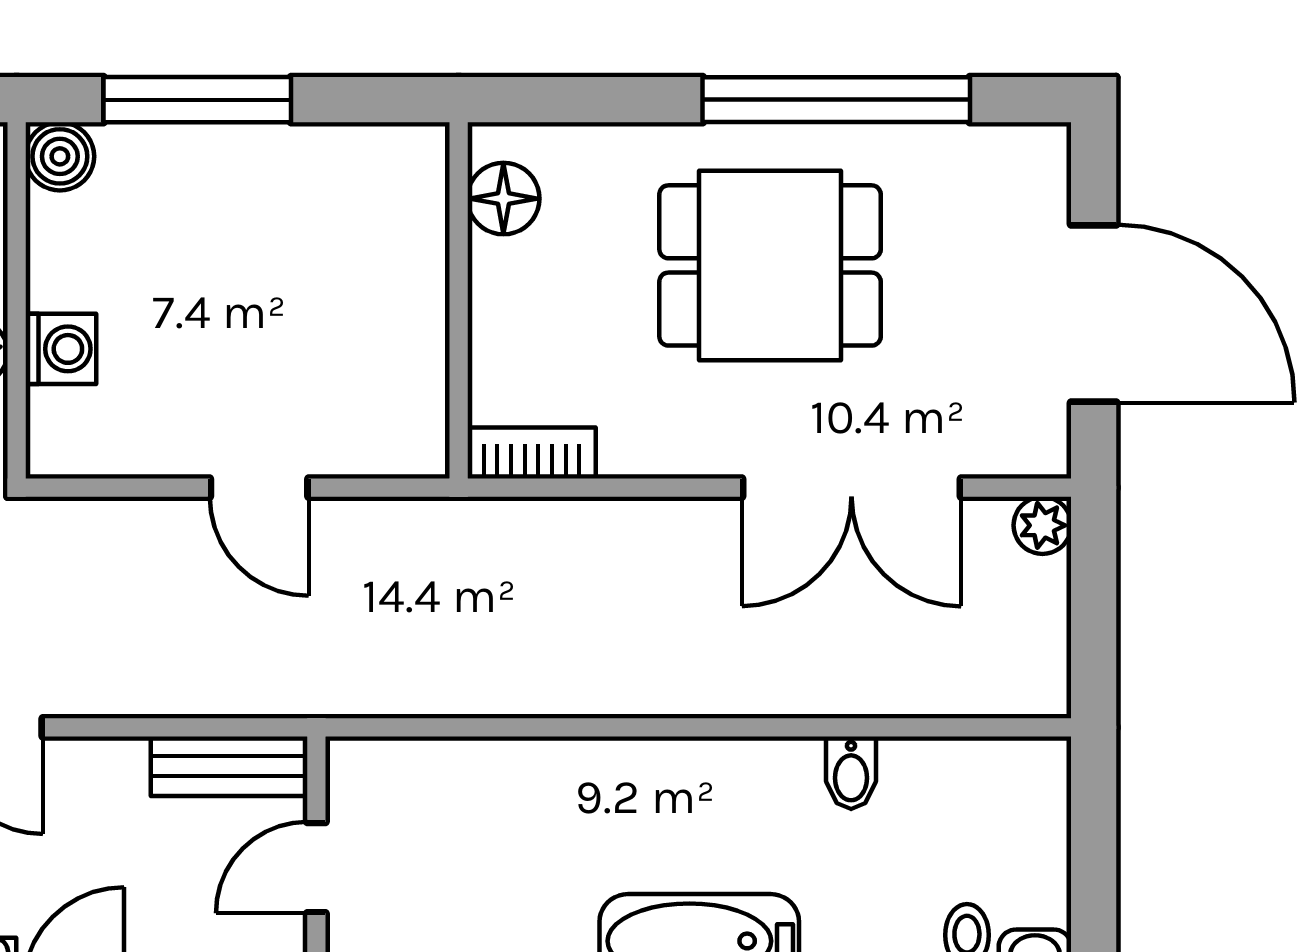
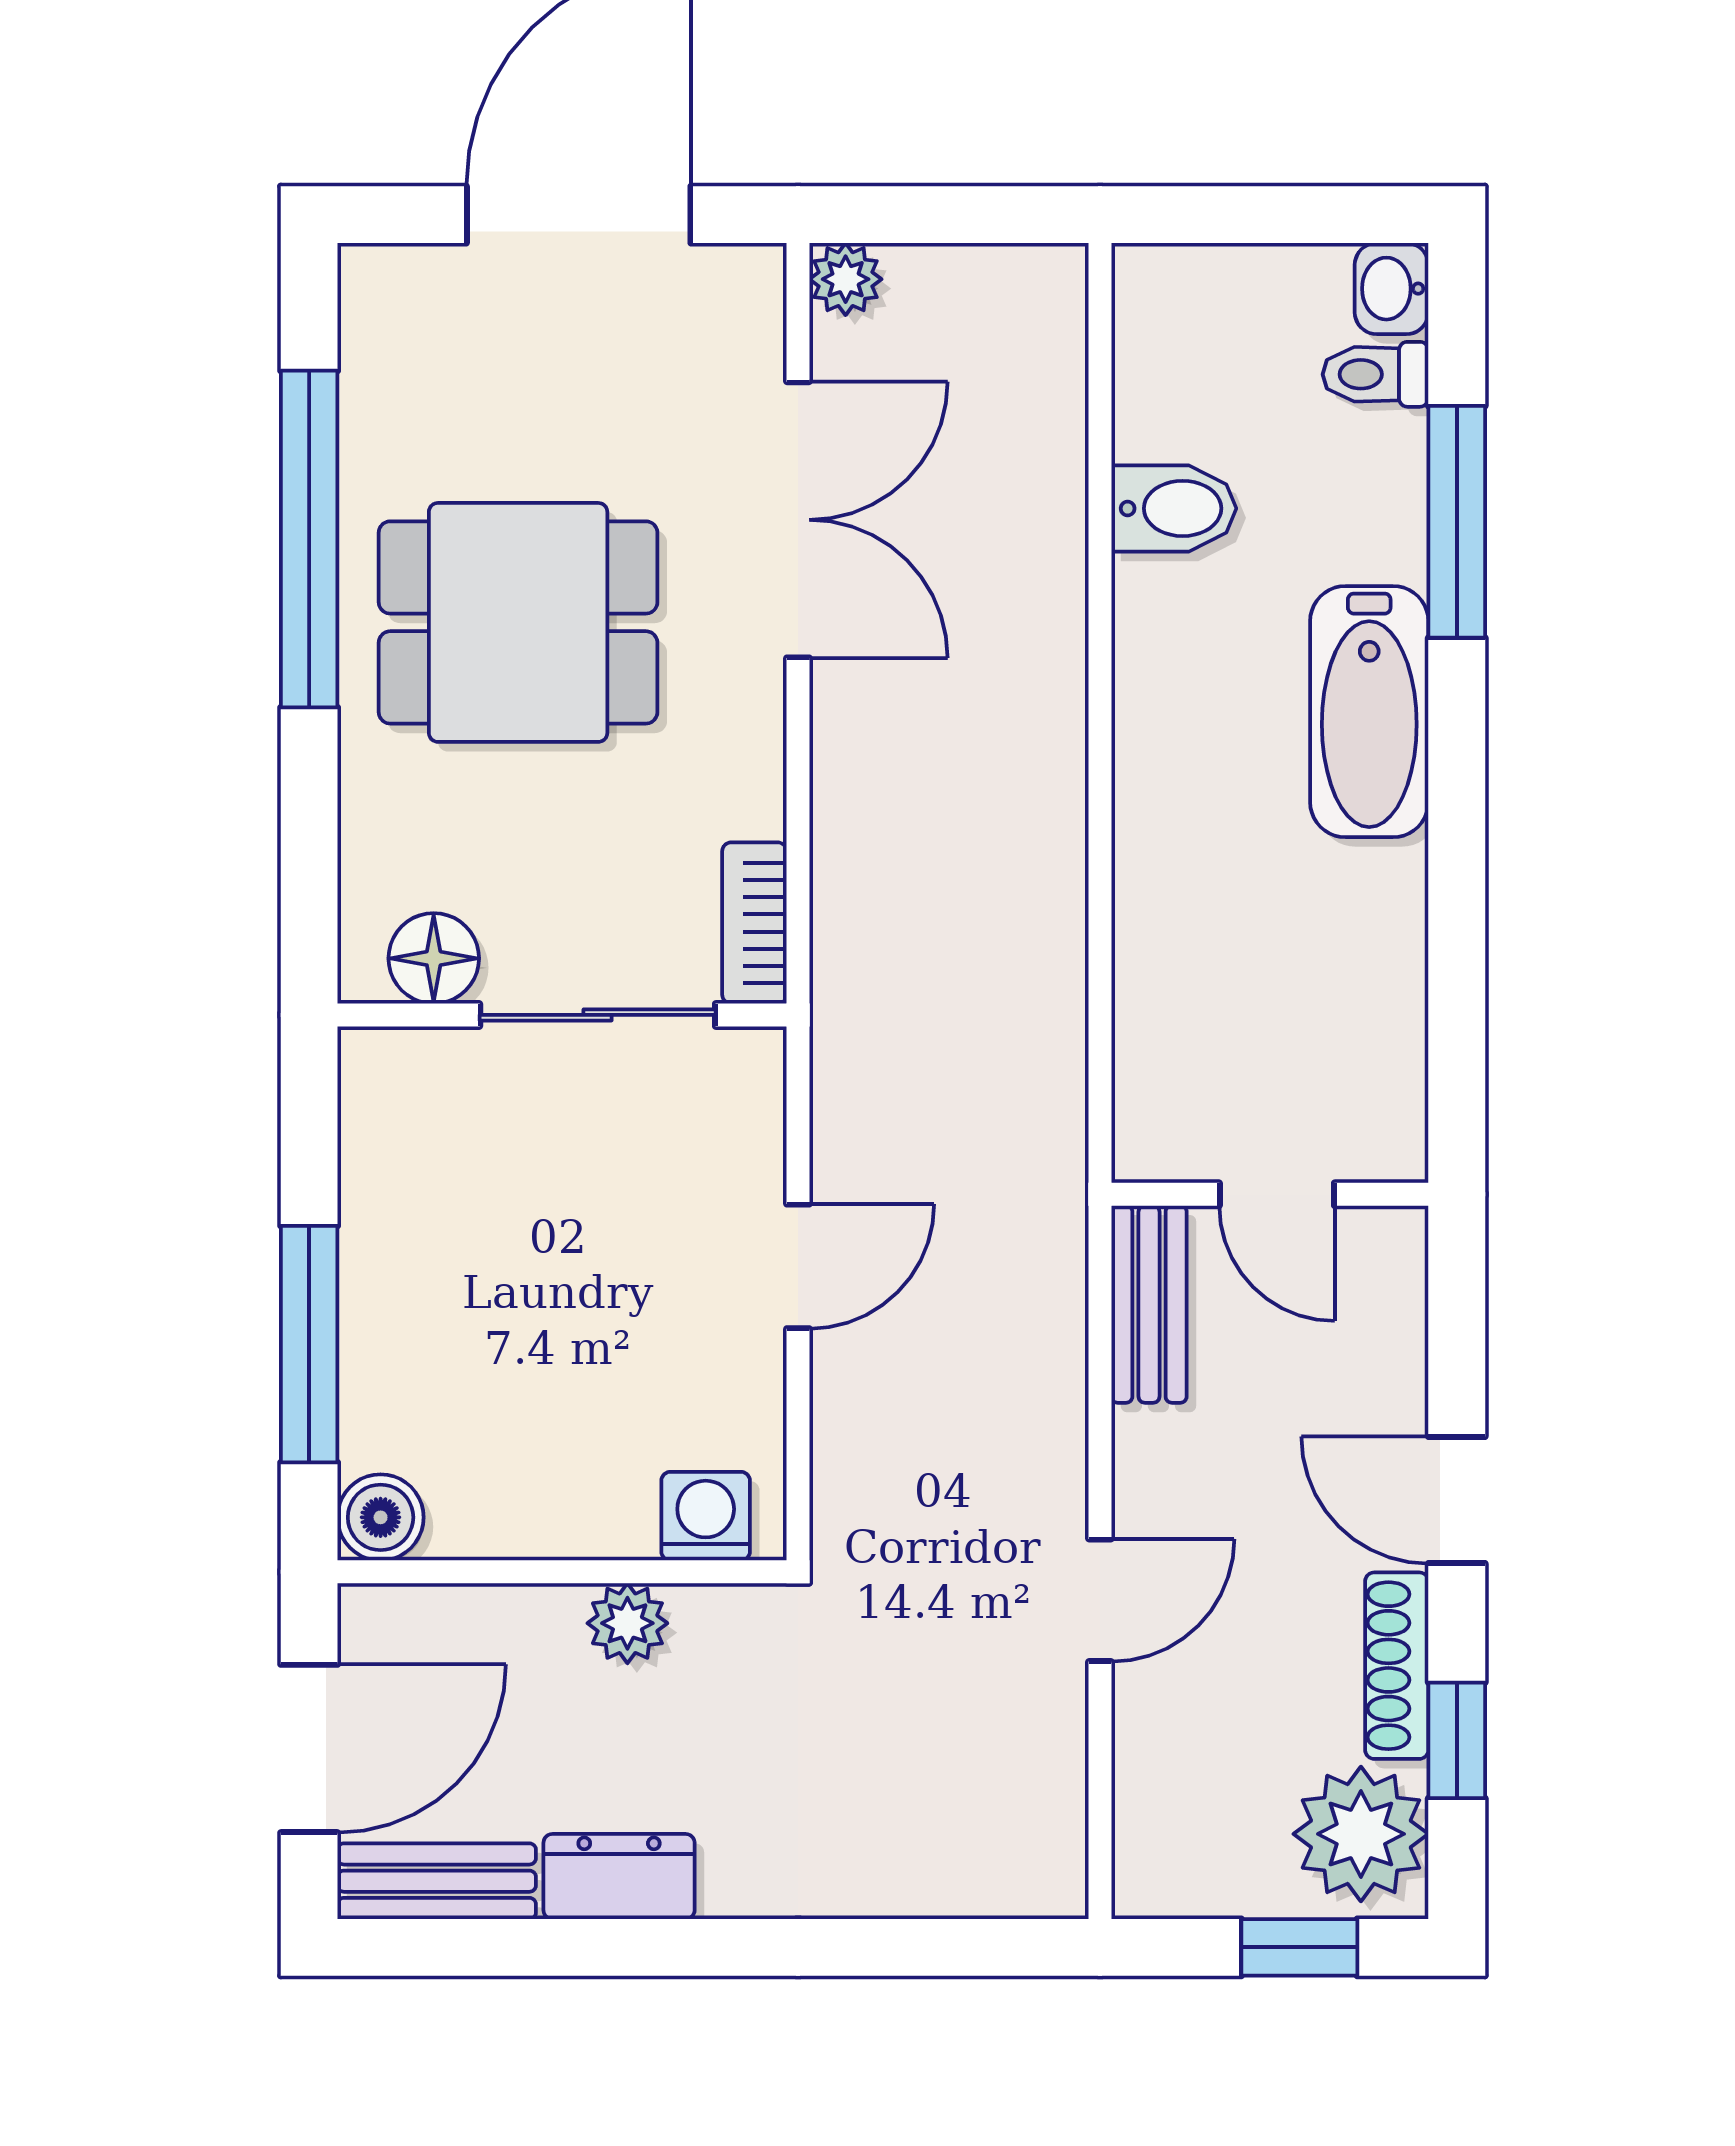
dining table: (770, 265) -> (518, 622), turned 90
sliding door: (459, 329) -> (598, 1015), added
washing machine: (61, 349) -> (706, 1516), moved
bidet: (851, 773) -> (1174, 508), width x1.38, depth x1.36

